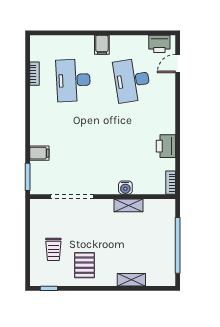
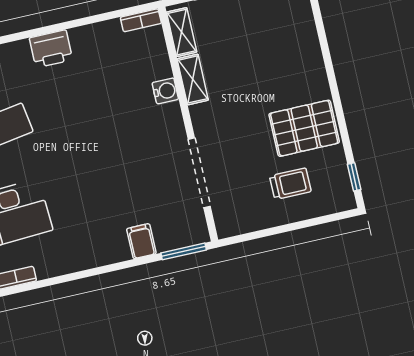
printer: (166, 146) -> (51, 49), moved
pallet: (84, 265) -> (304, 128), width x1.50, depth x1.42
shelving: (131, 280) -> (182, 32), moved

